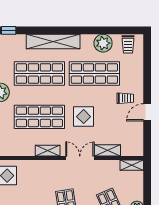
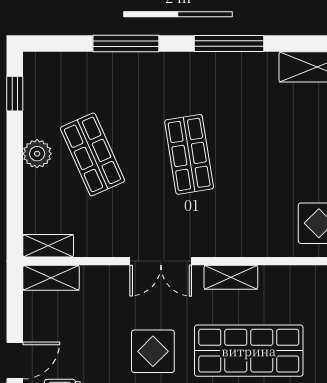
shelving: (108, 150) -> (51, 278), moved

